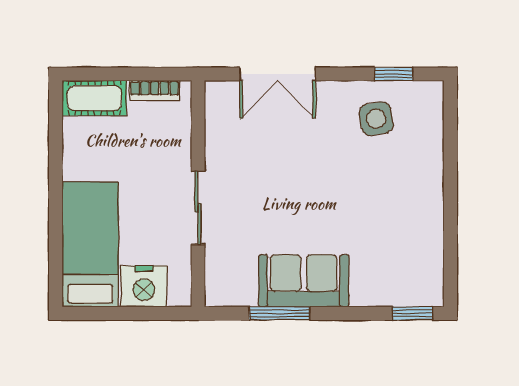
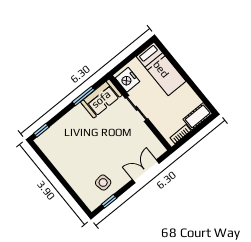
sofa: (304, 281) -> (101, 99), moved
nightstand: (144, 286) -> (128, 80), moved, turned -90

